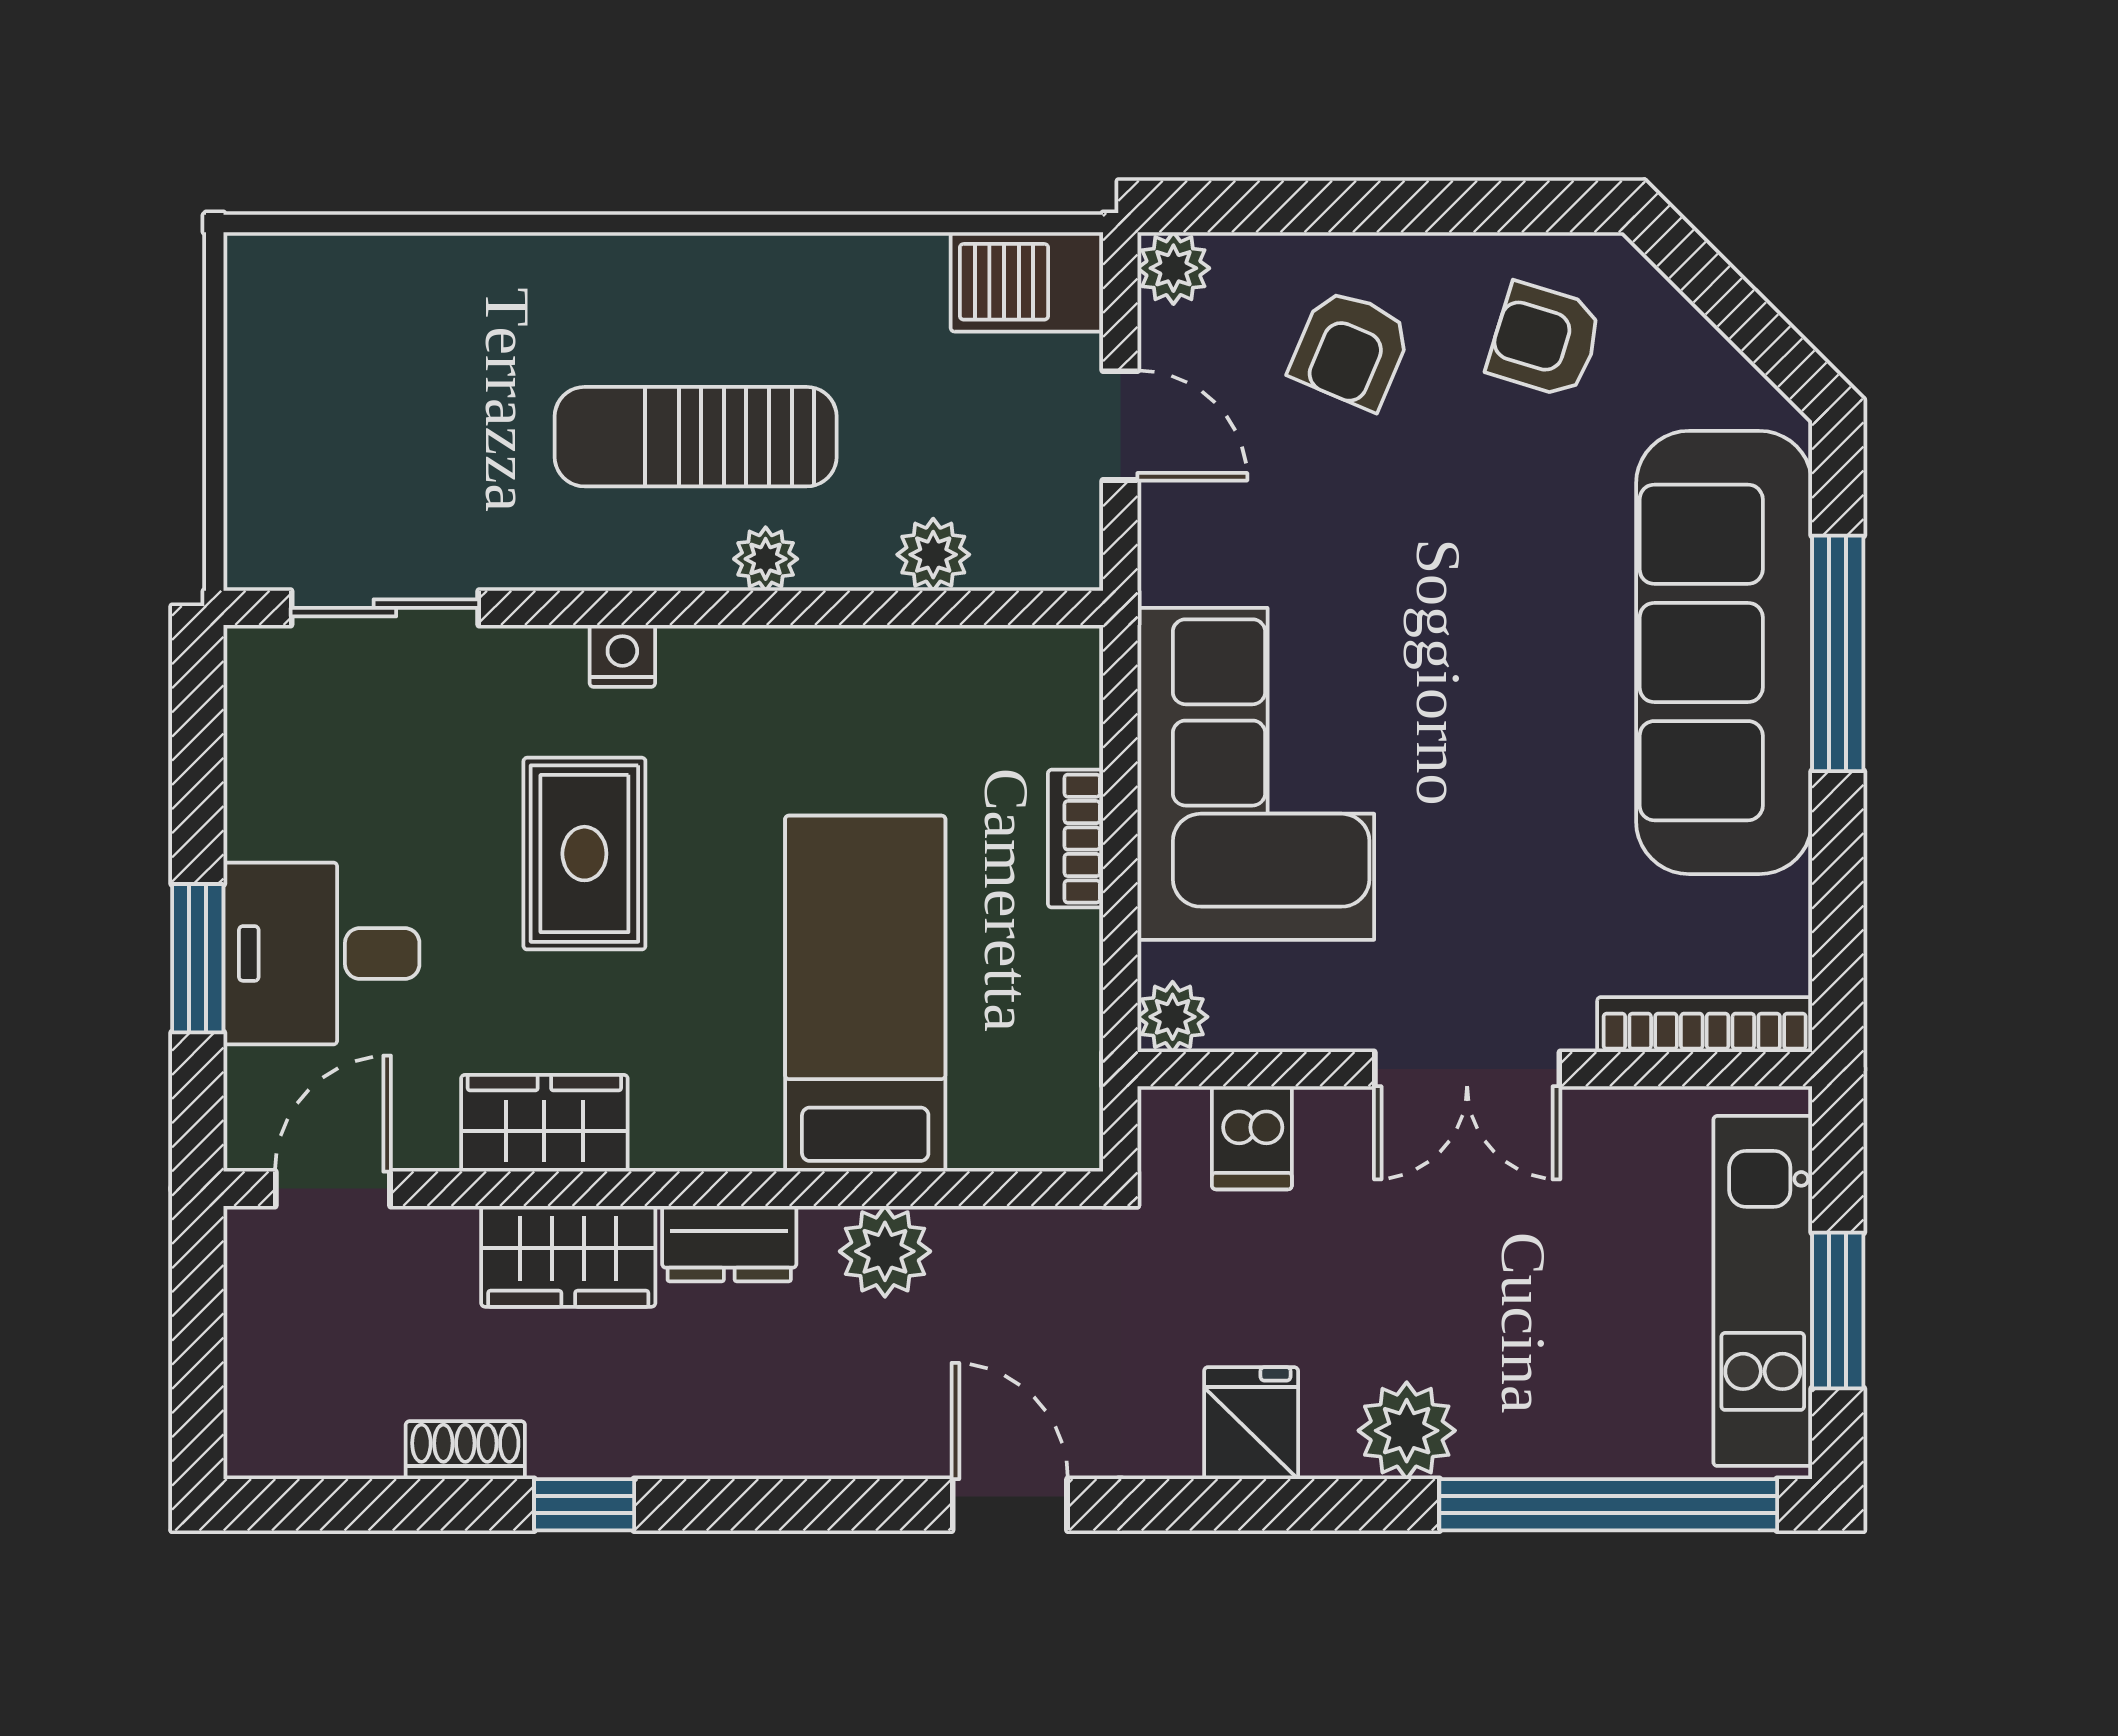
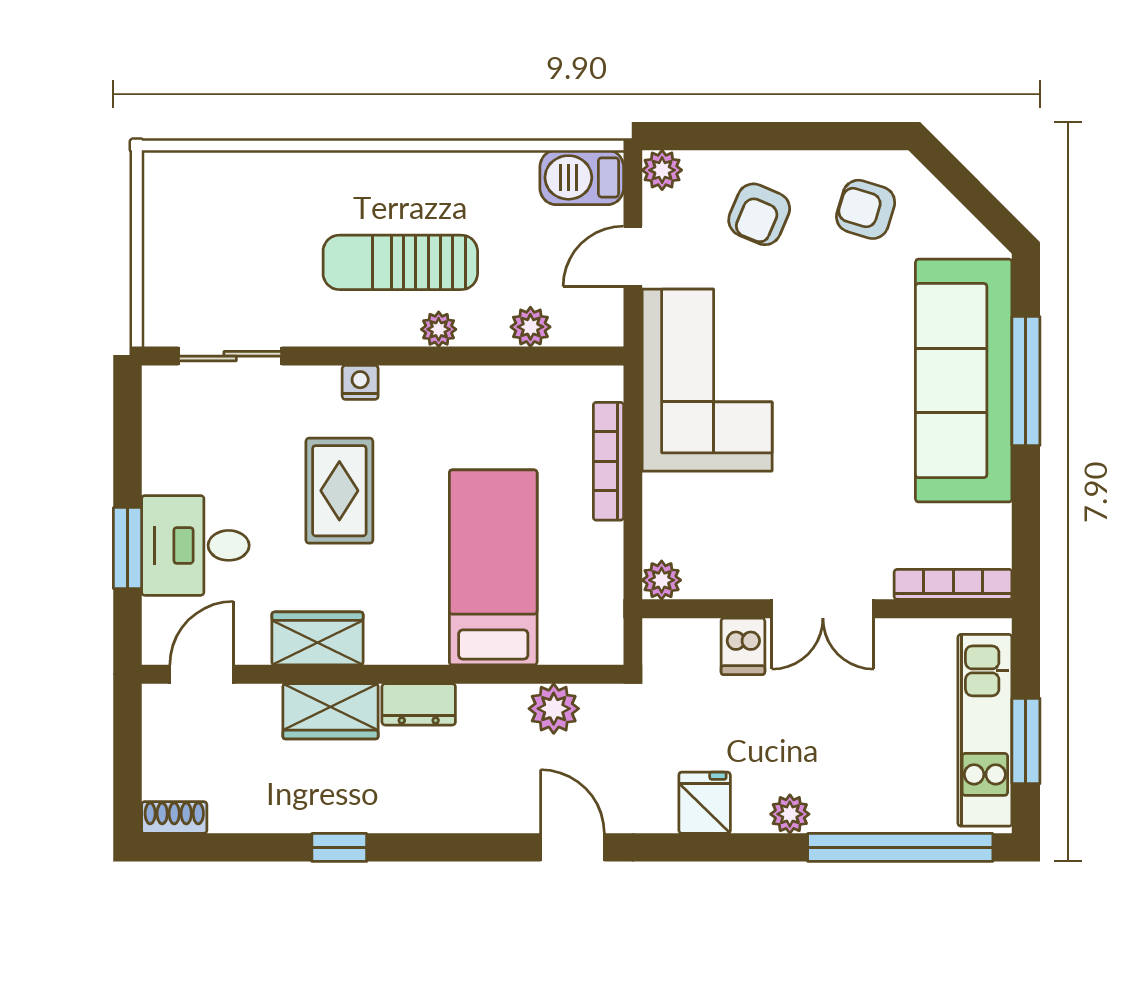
door: (1120, 426) -> (633, 256), swing flipped
corner sofa: (1256, 774) -> (707, 380), moved
bookcase: (1076, 839) -> (608, 461), width x1.56
dishwasher: (1252, 1138) -> (743, 646), moved
plant: (885, 1251) -> (554, 709), moved
plant: (1407, 1431) -> (790, 814), width x0.73, depth x0.73
shoe rack: (465, 1450) -> (174, 818), moved

